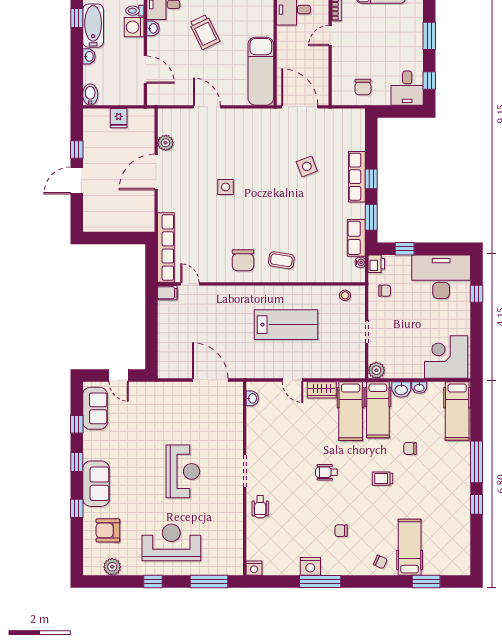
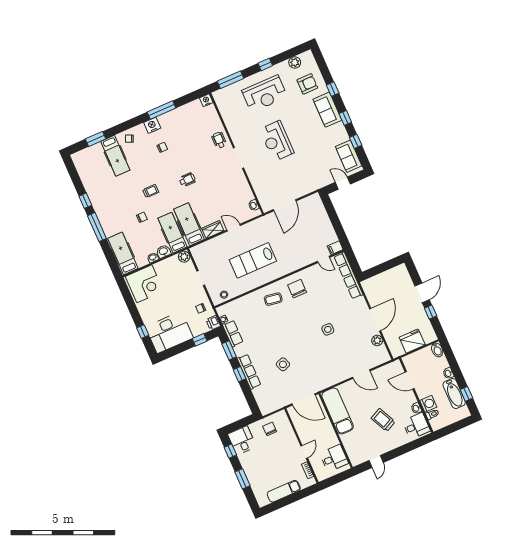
fridge: (119, 118) -> (412, 341), width x1.88, depth x1.34
door: (210, 380) -> (285, 205), hinge flipped
nightstand: (310, 566) -> (152, 125), moved

